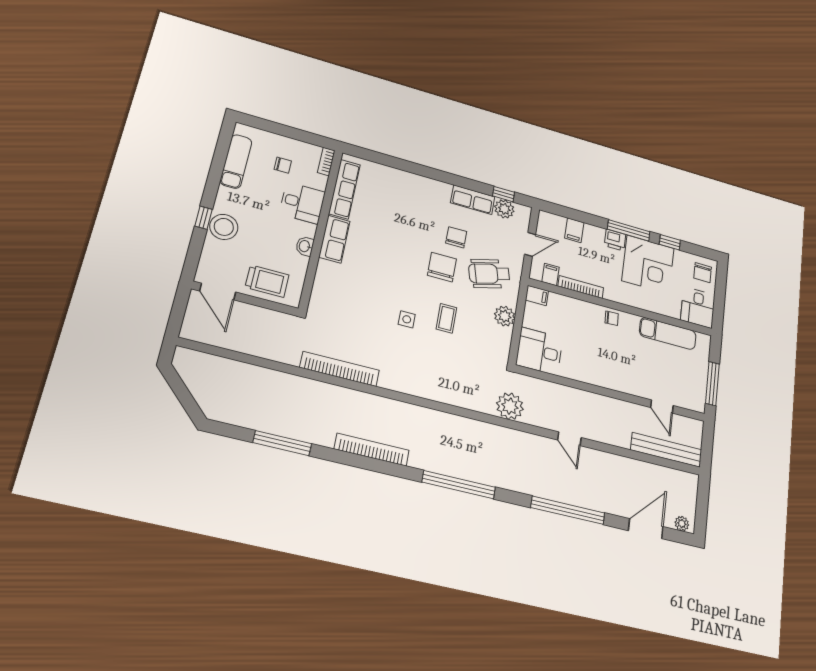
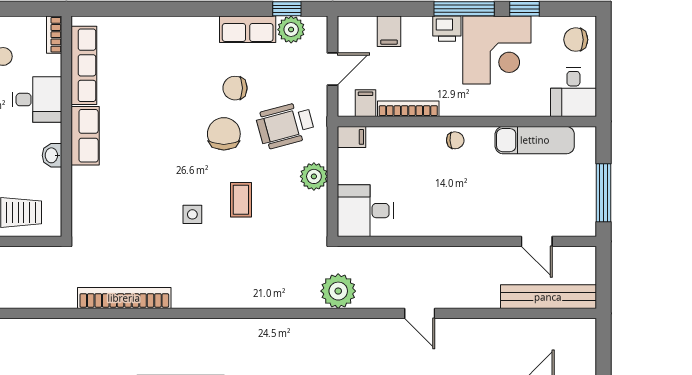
chair: (456, 237) -> (235, 88), turned -90
chair: (703, 273) -> (576, 40), turned 90

